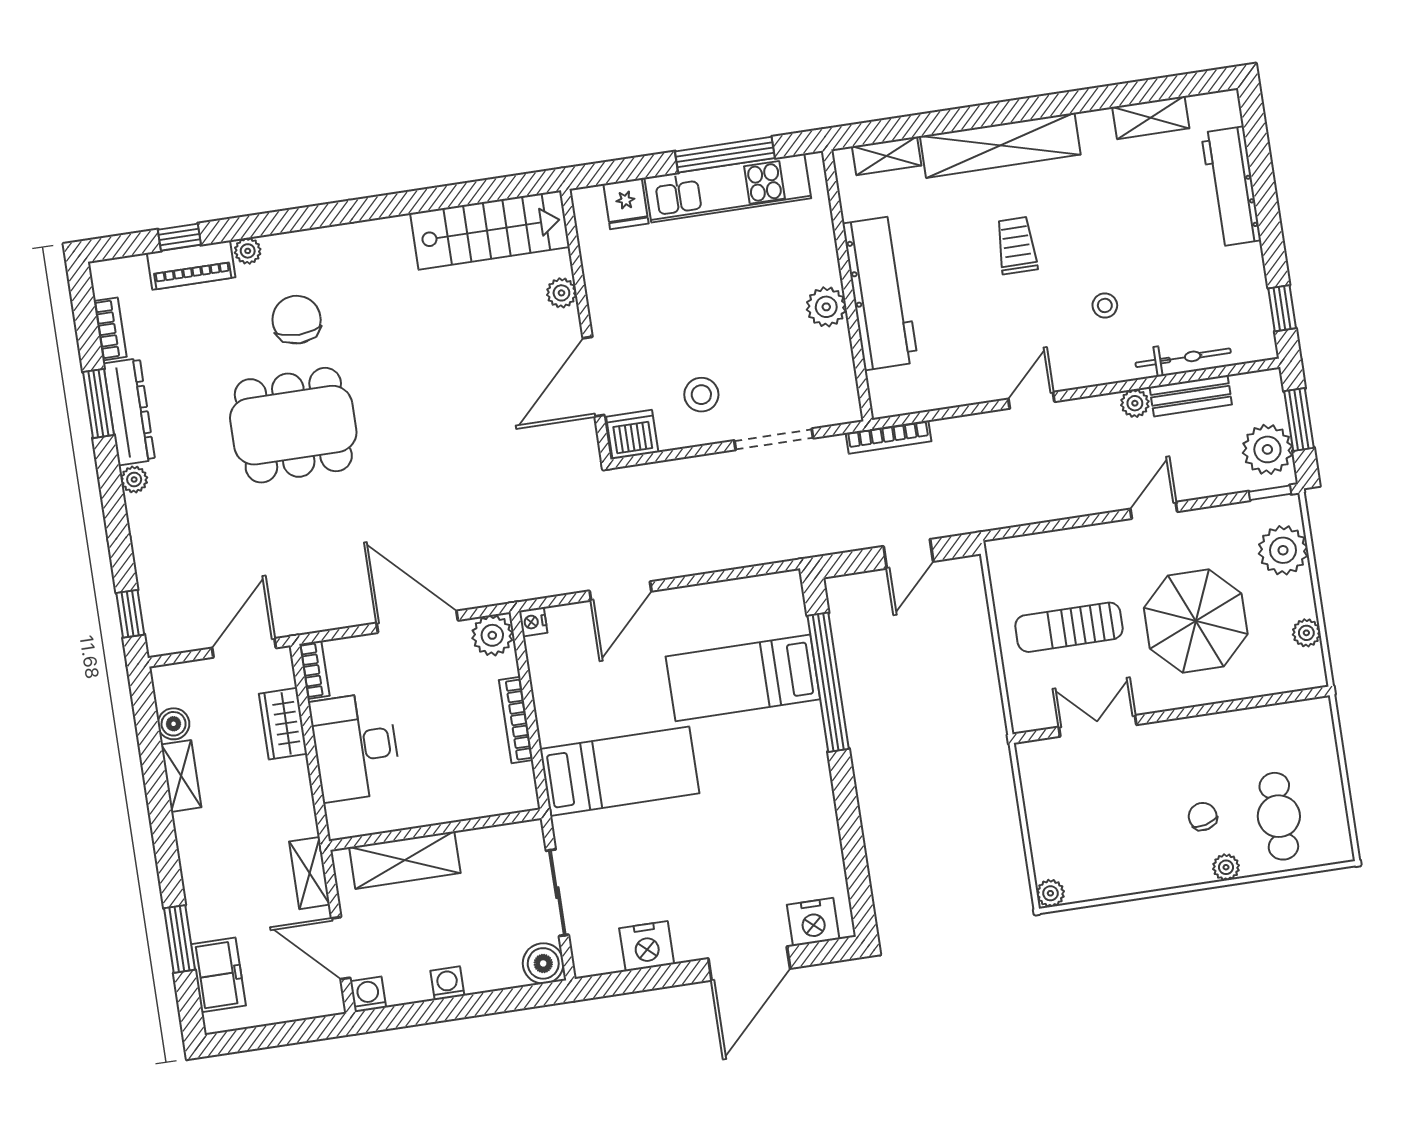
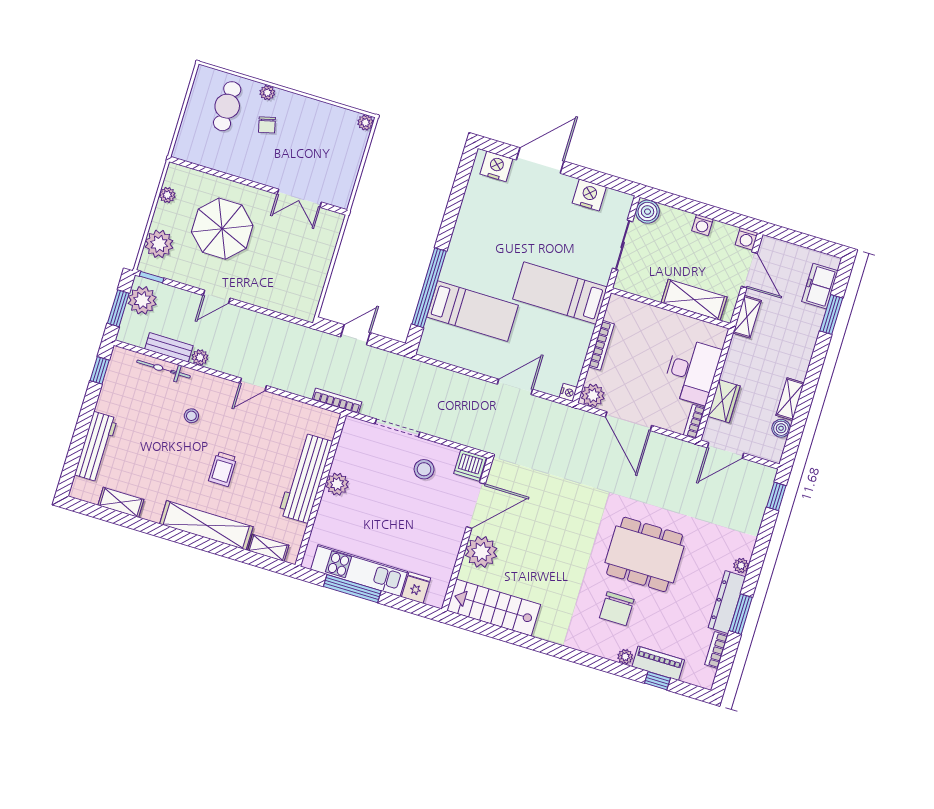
plant: (561, 293) -> (481, 552), width x1.88, depth x1.88
sun lounger: (1069, 627) -> (290, 257), removed

